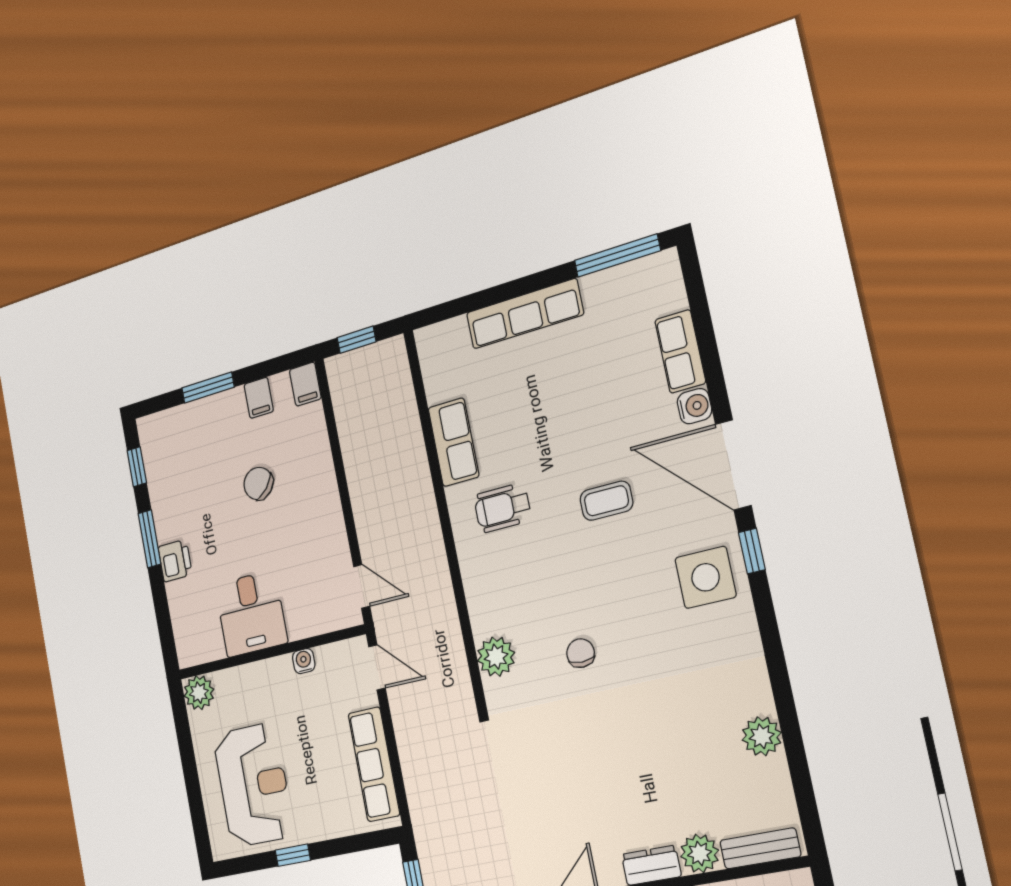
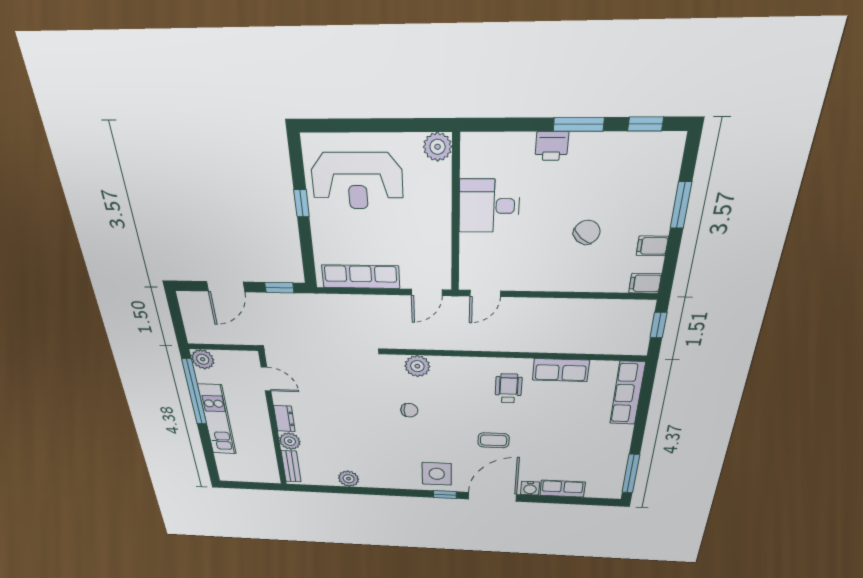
row of seats: (525, 314) -> (627, 393), moved
coffee table: (606, 501) -> (494, 440), turned 90
water cooler: (304, 661) -> (443, 241), removed

